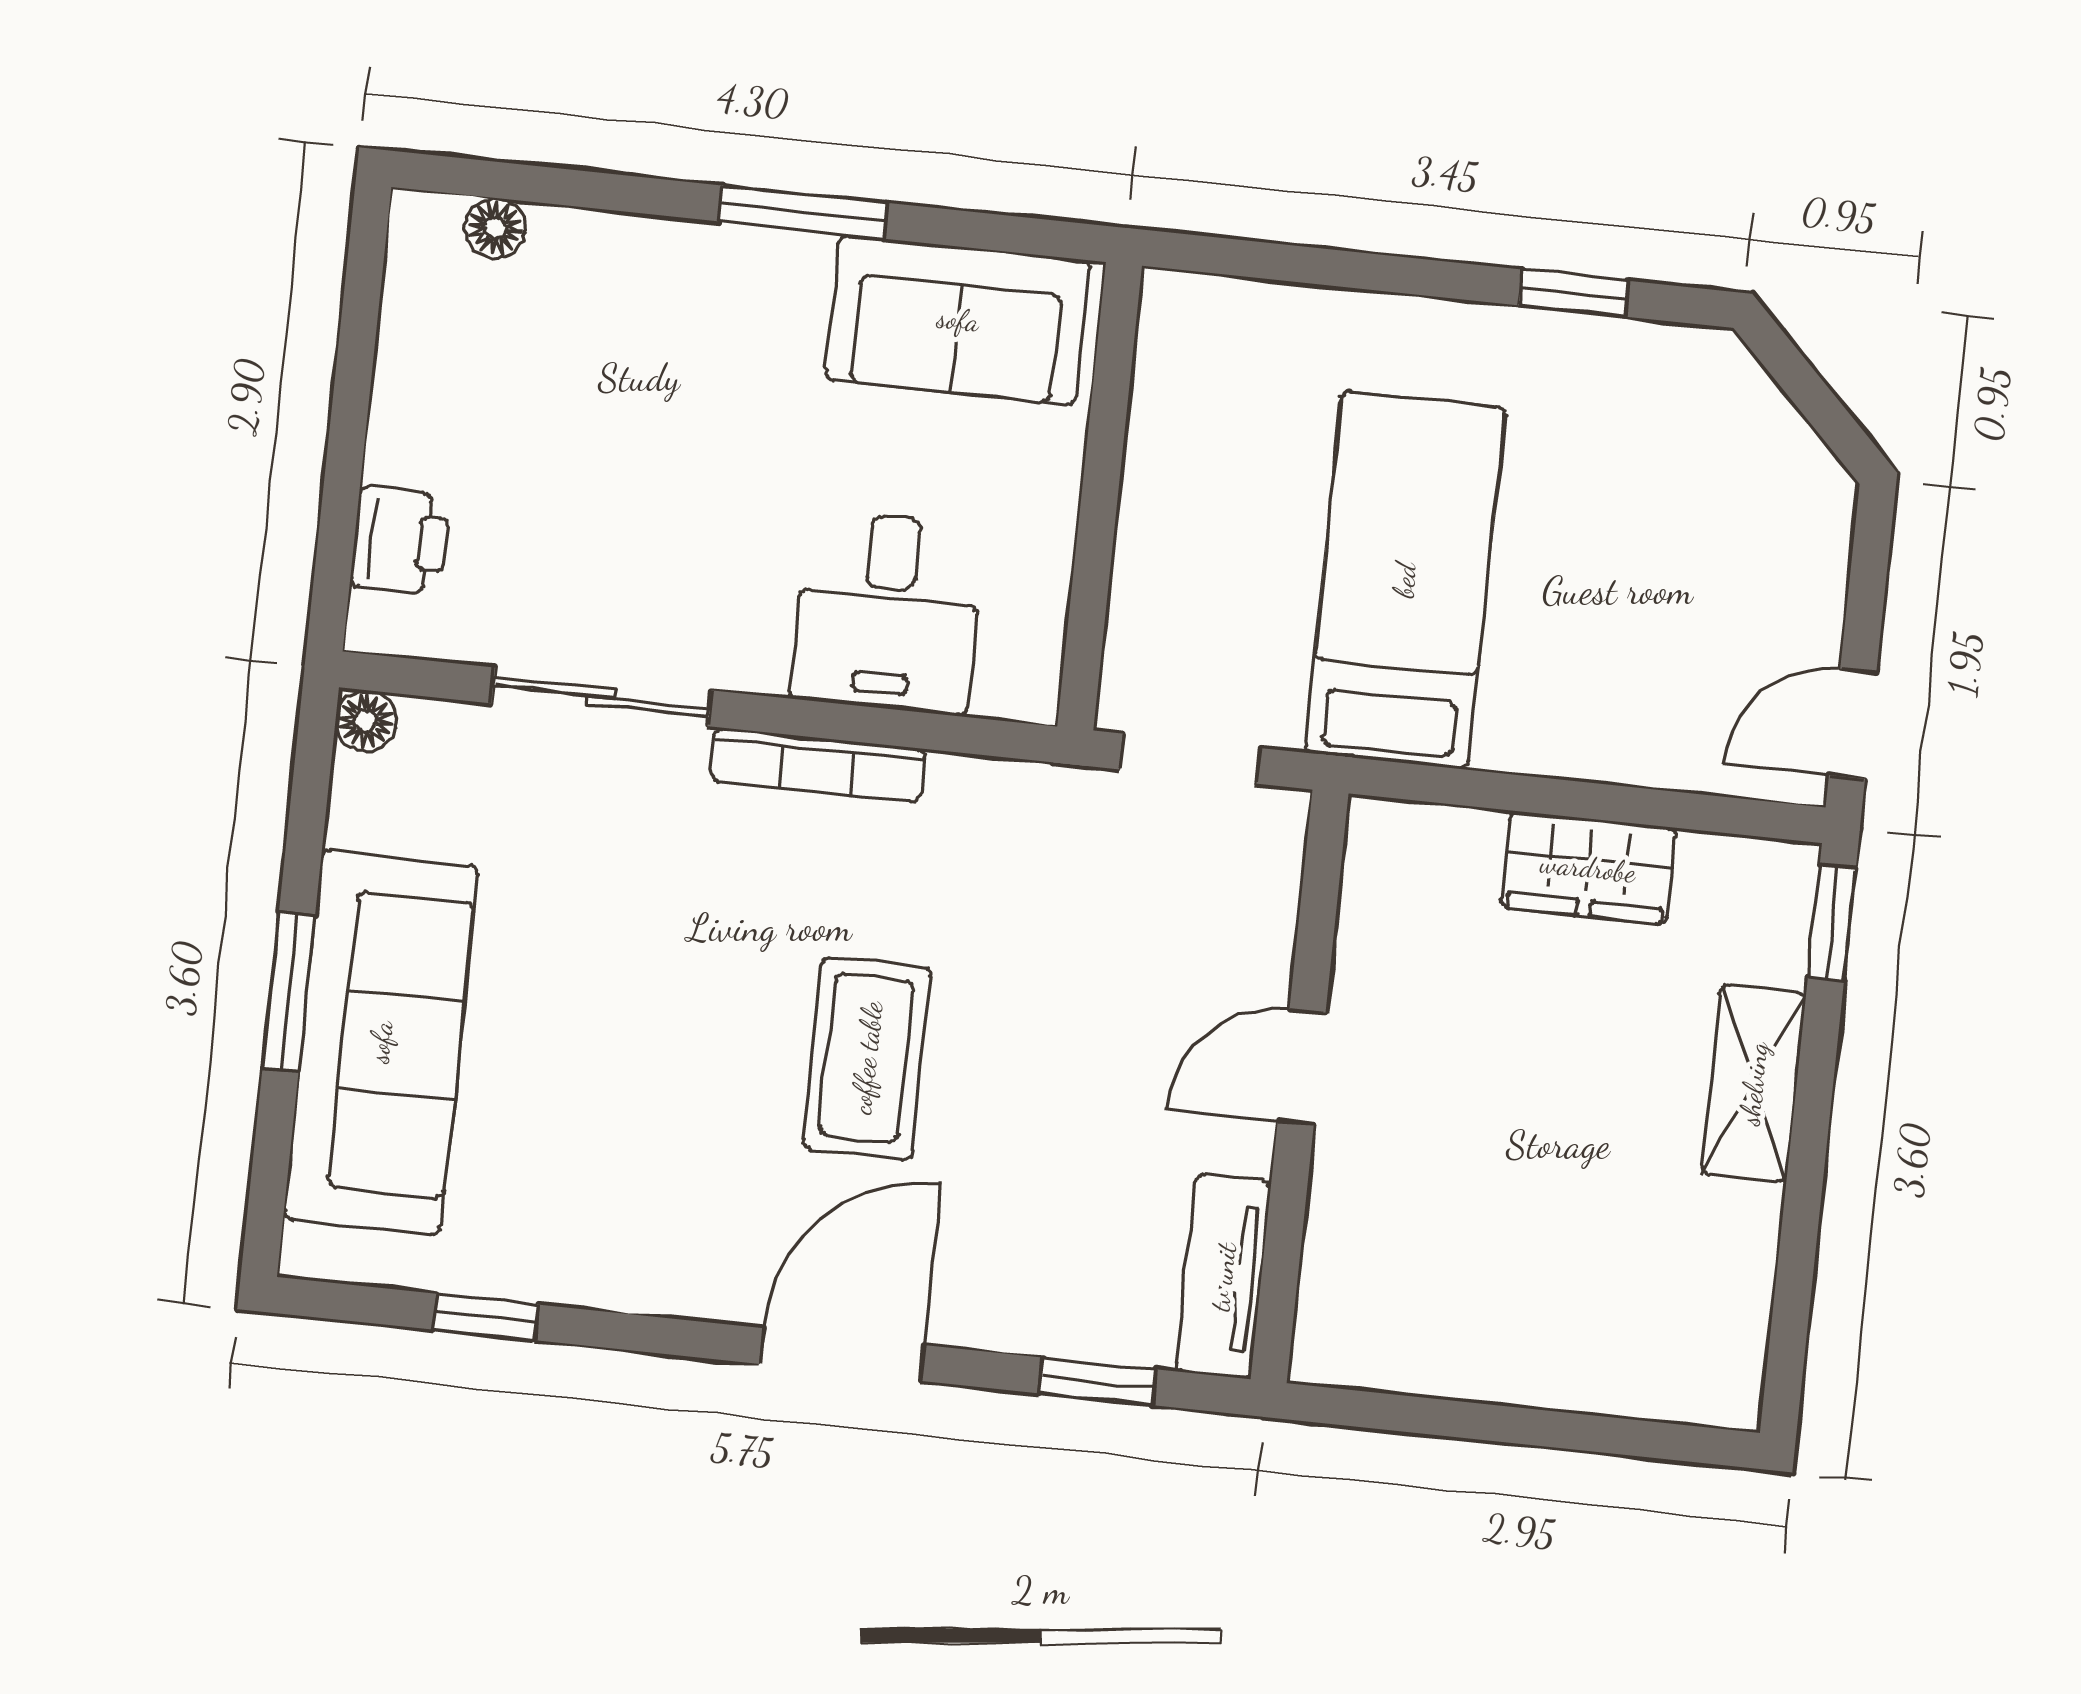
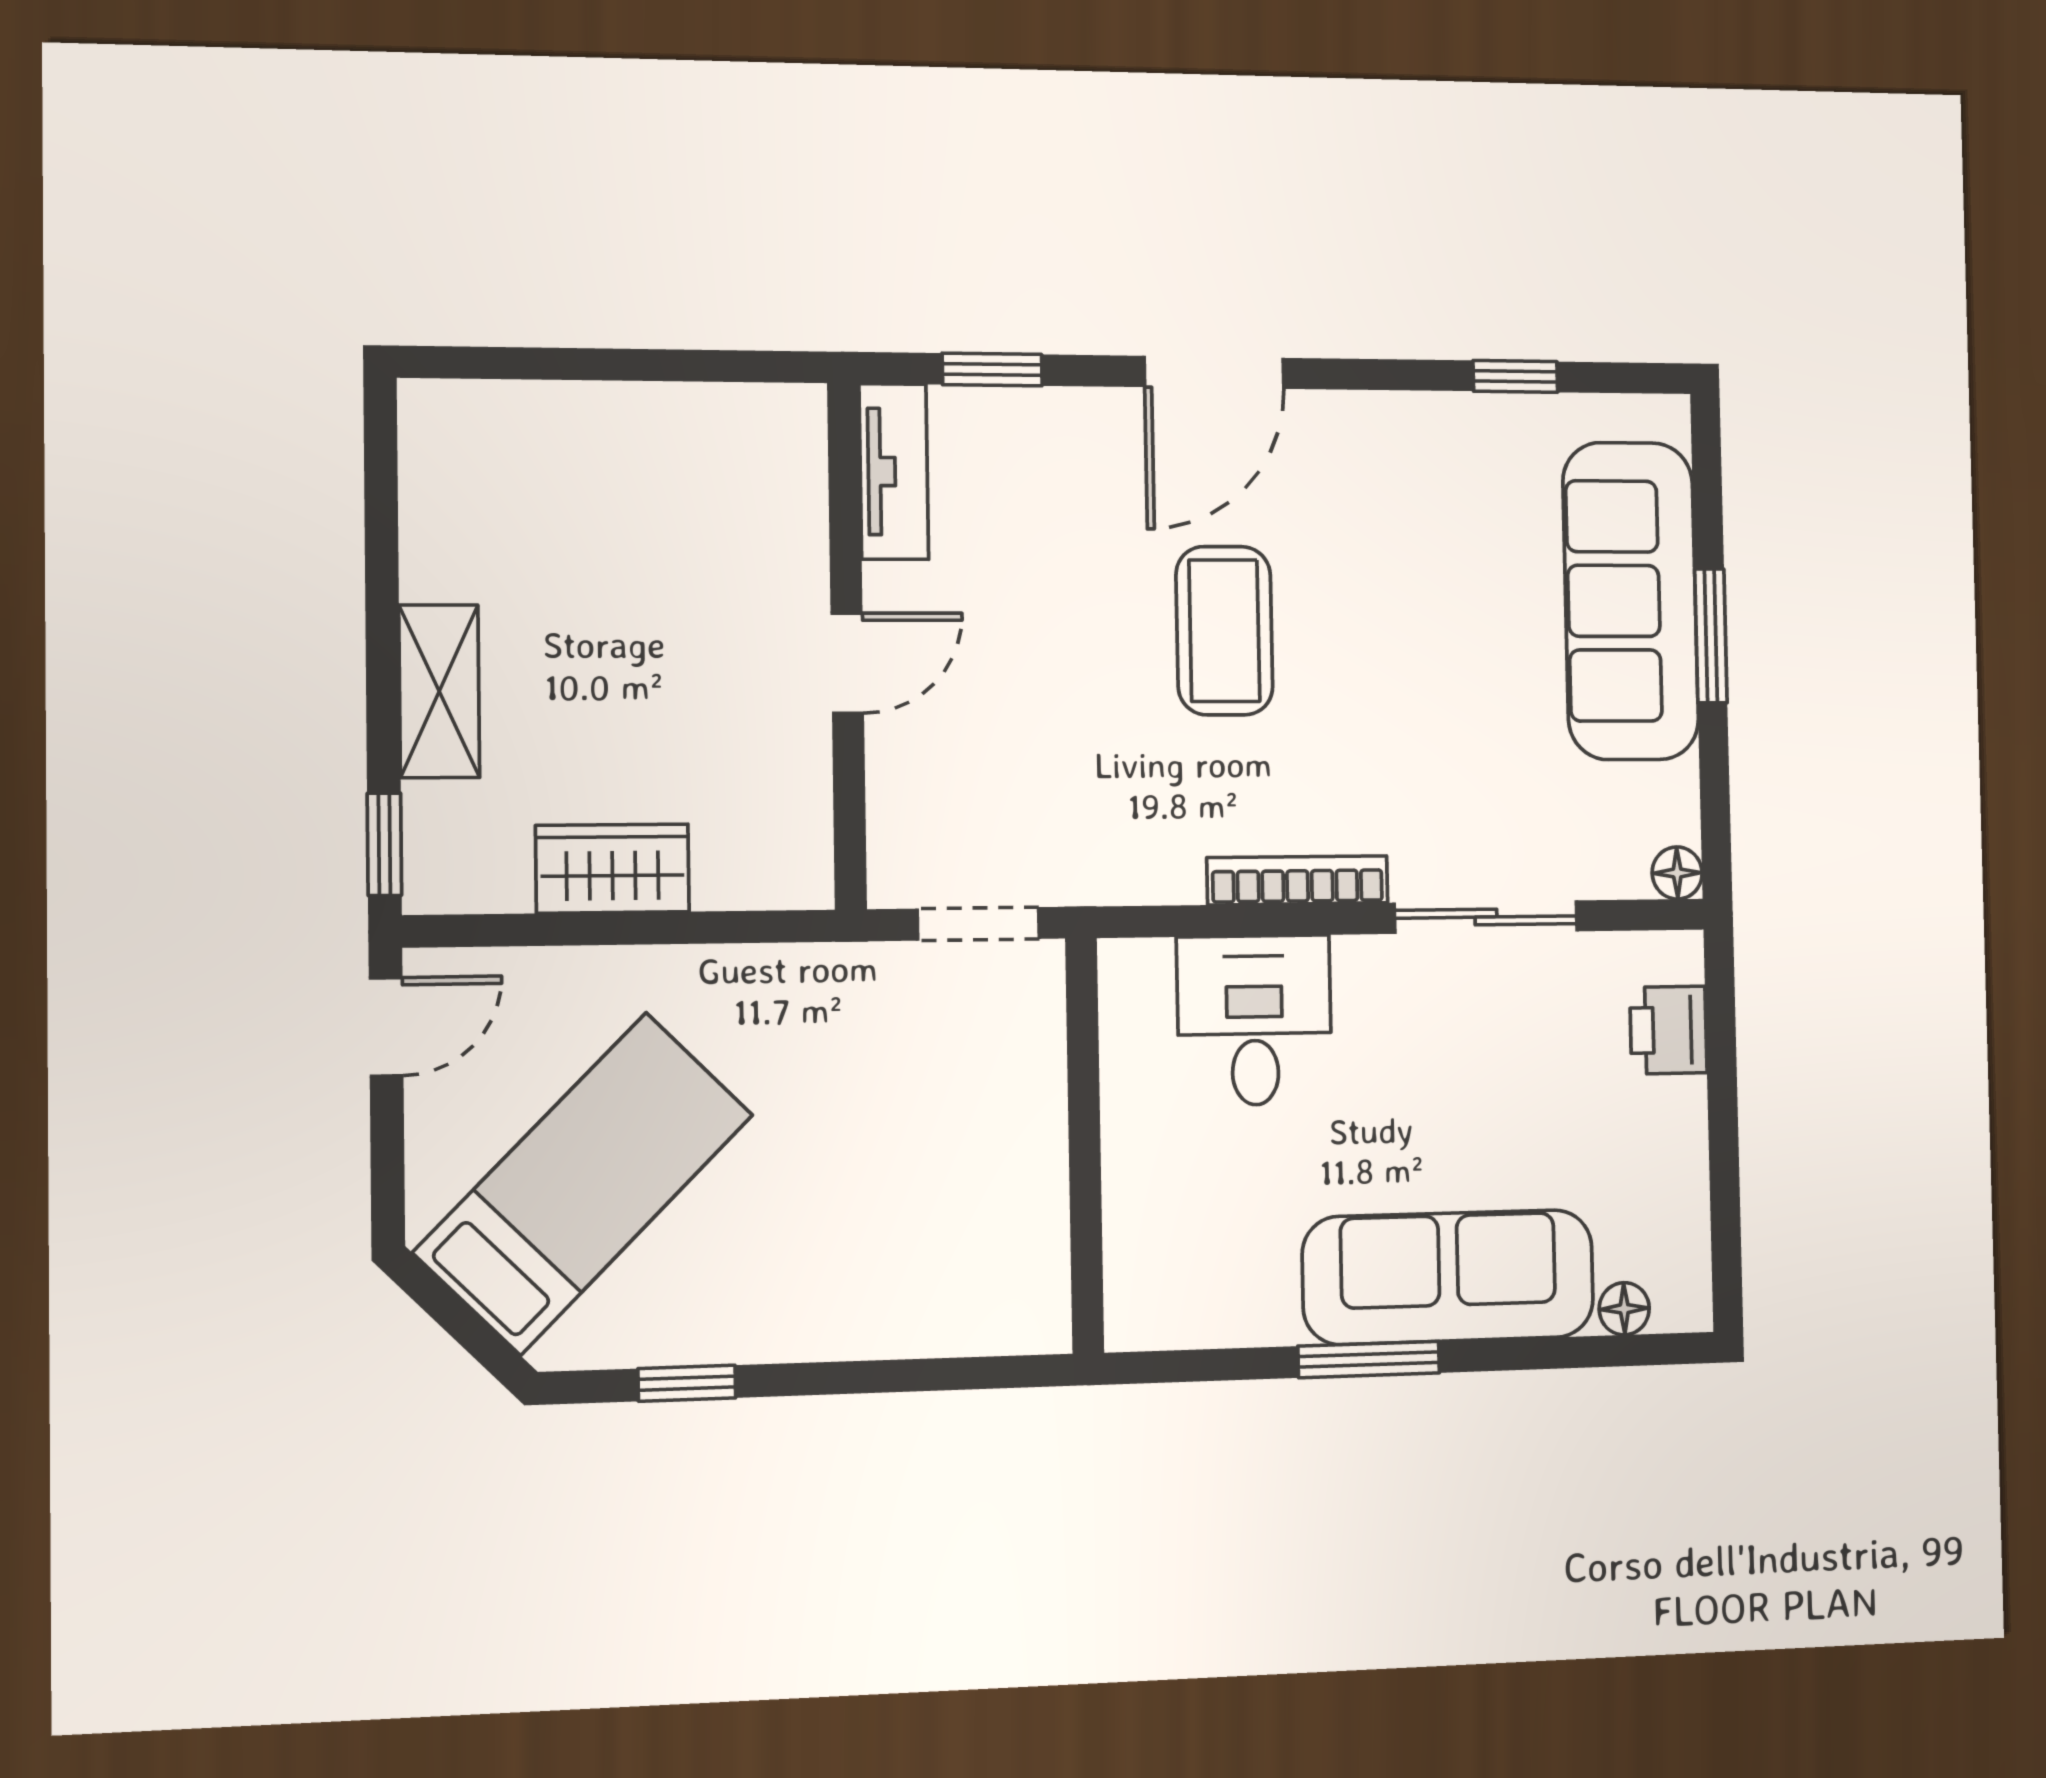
sofa: (958, 320) -> (1448, 1277), moved, width x1.36
bed: (1405, 580) -> (584, 1183), moved, turned -135

